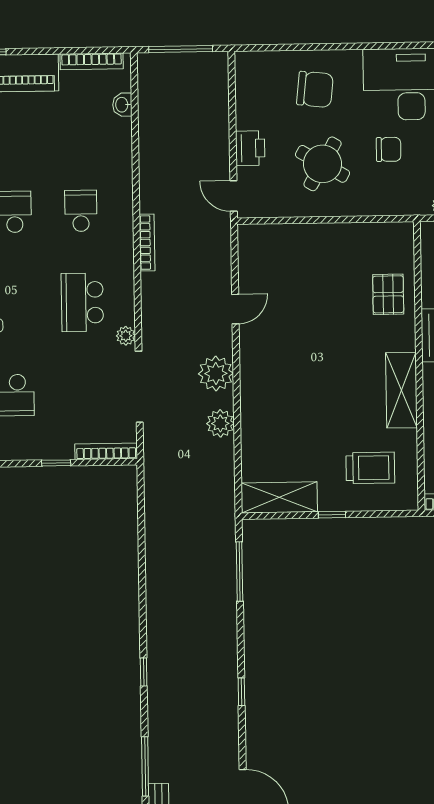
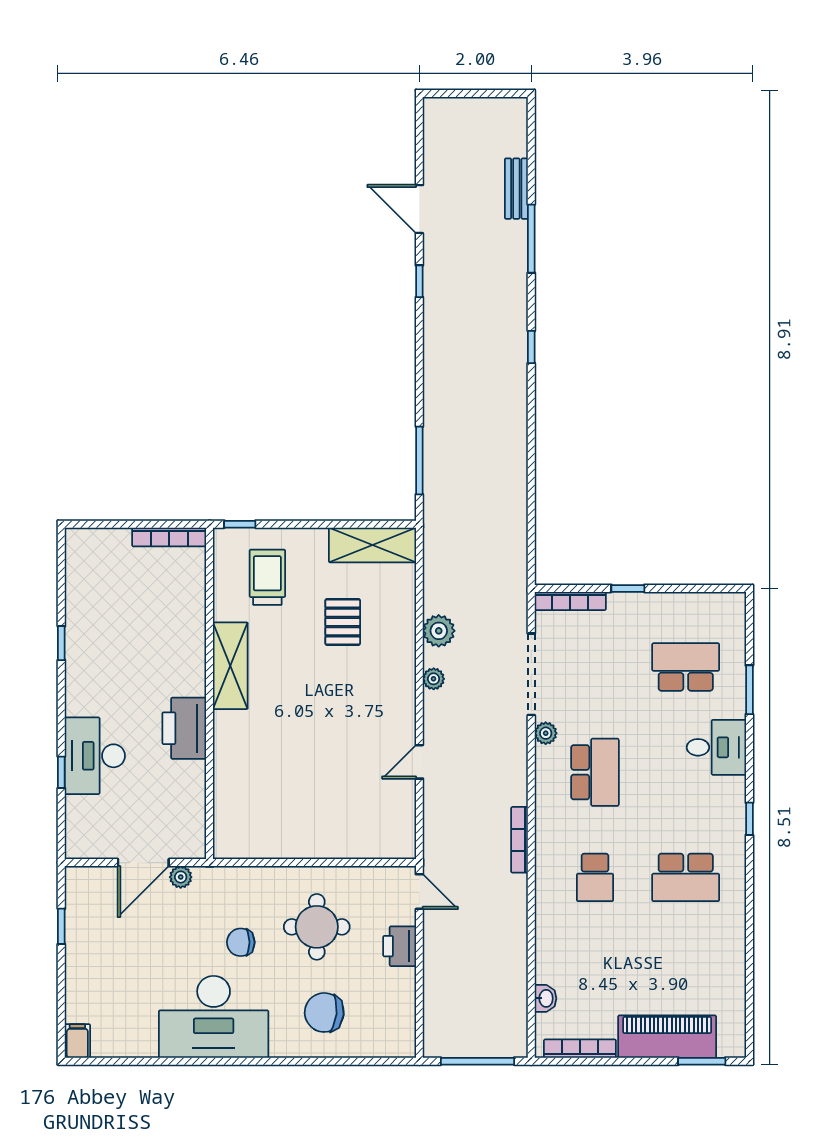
round table: (323, 164) -> (317, 927), turned -30
pallet: (388, 294) -> (343, 622), moved
plant: (216, 373) -> (434, 679), width x0.53, depth x0.53
trolley: (370, 468) -> (267, 577), turned 90
window: (332, 515) -> (240, 524), moved
window: (241, 692) -> (419, 281), moved

